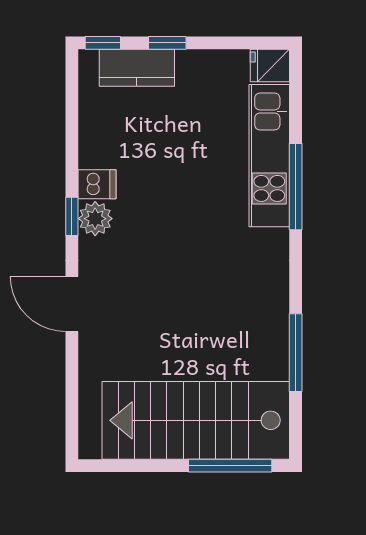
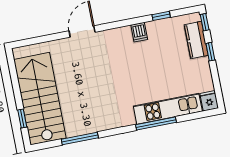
window: (72, 216) -> (161, 16), moved
plant: (95, 219) -> (123, 34), removed
window: (230, 466) -> (22, 119), width x0.46

